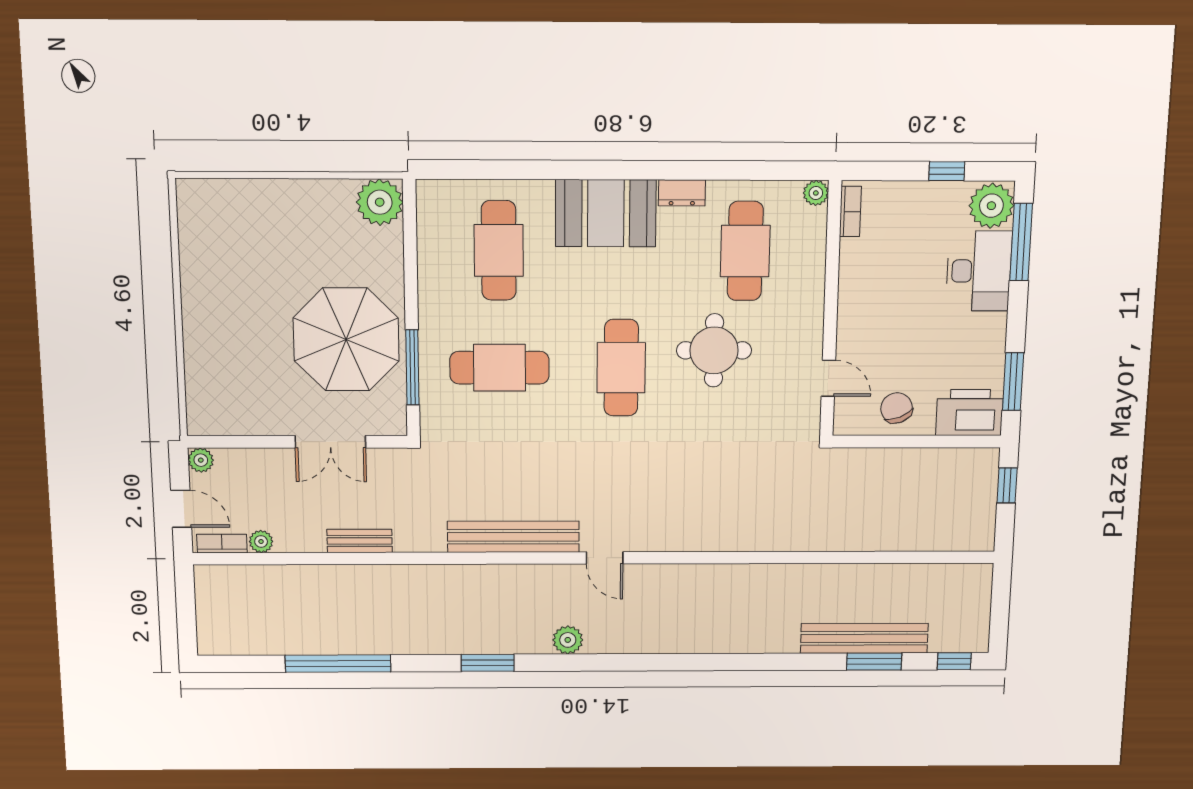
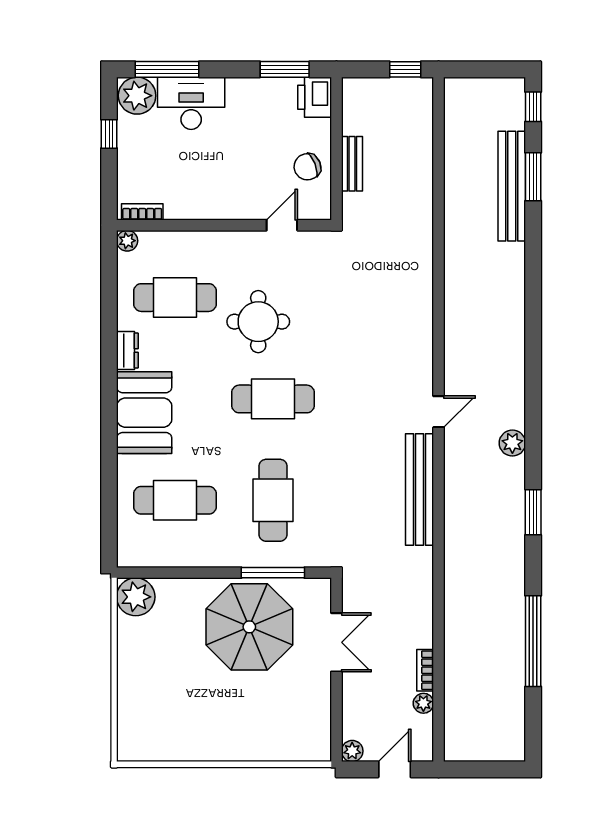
printer: (969, 413) -> (315, 97), width x0.73, depth x0.84
window: (1007, 485) -> (405, 69), moved
bench: (360, 541) -> (352, 164), moved
bookcase: (222, 544) -> (425, 670), moved

